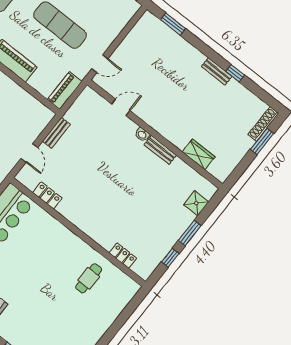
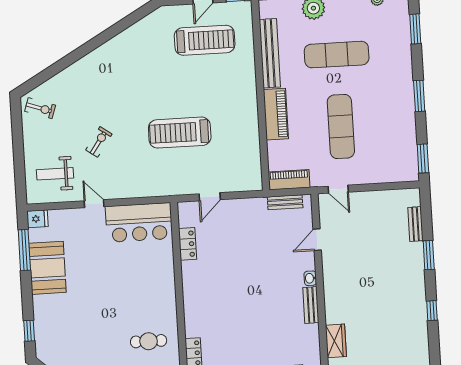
window: (173, 24) -> (429, 255), moved
bench: (217, 71) -> (415, 224), moved
door: (121, 107) -> (317, 240), swing flipped
bench: (56, 133) -> (285, 202), moved

